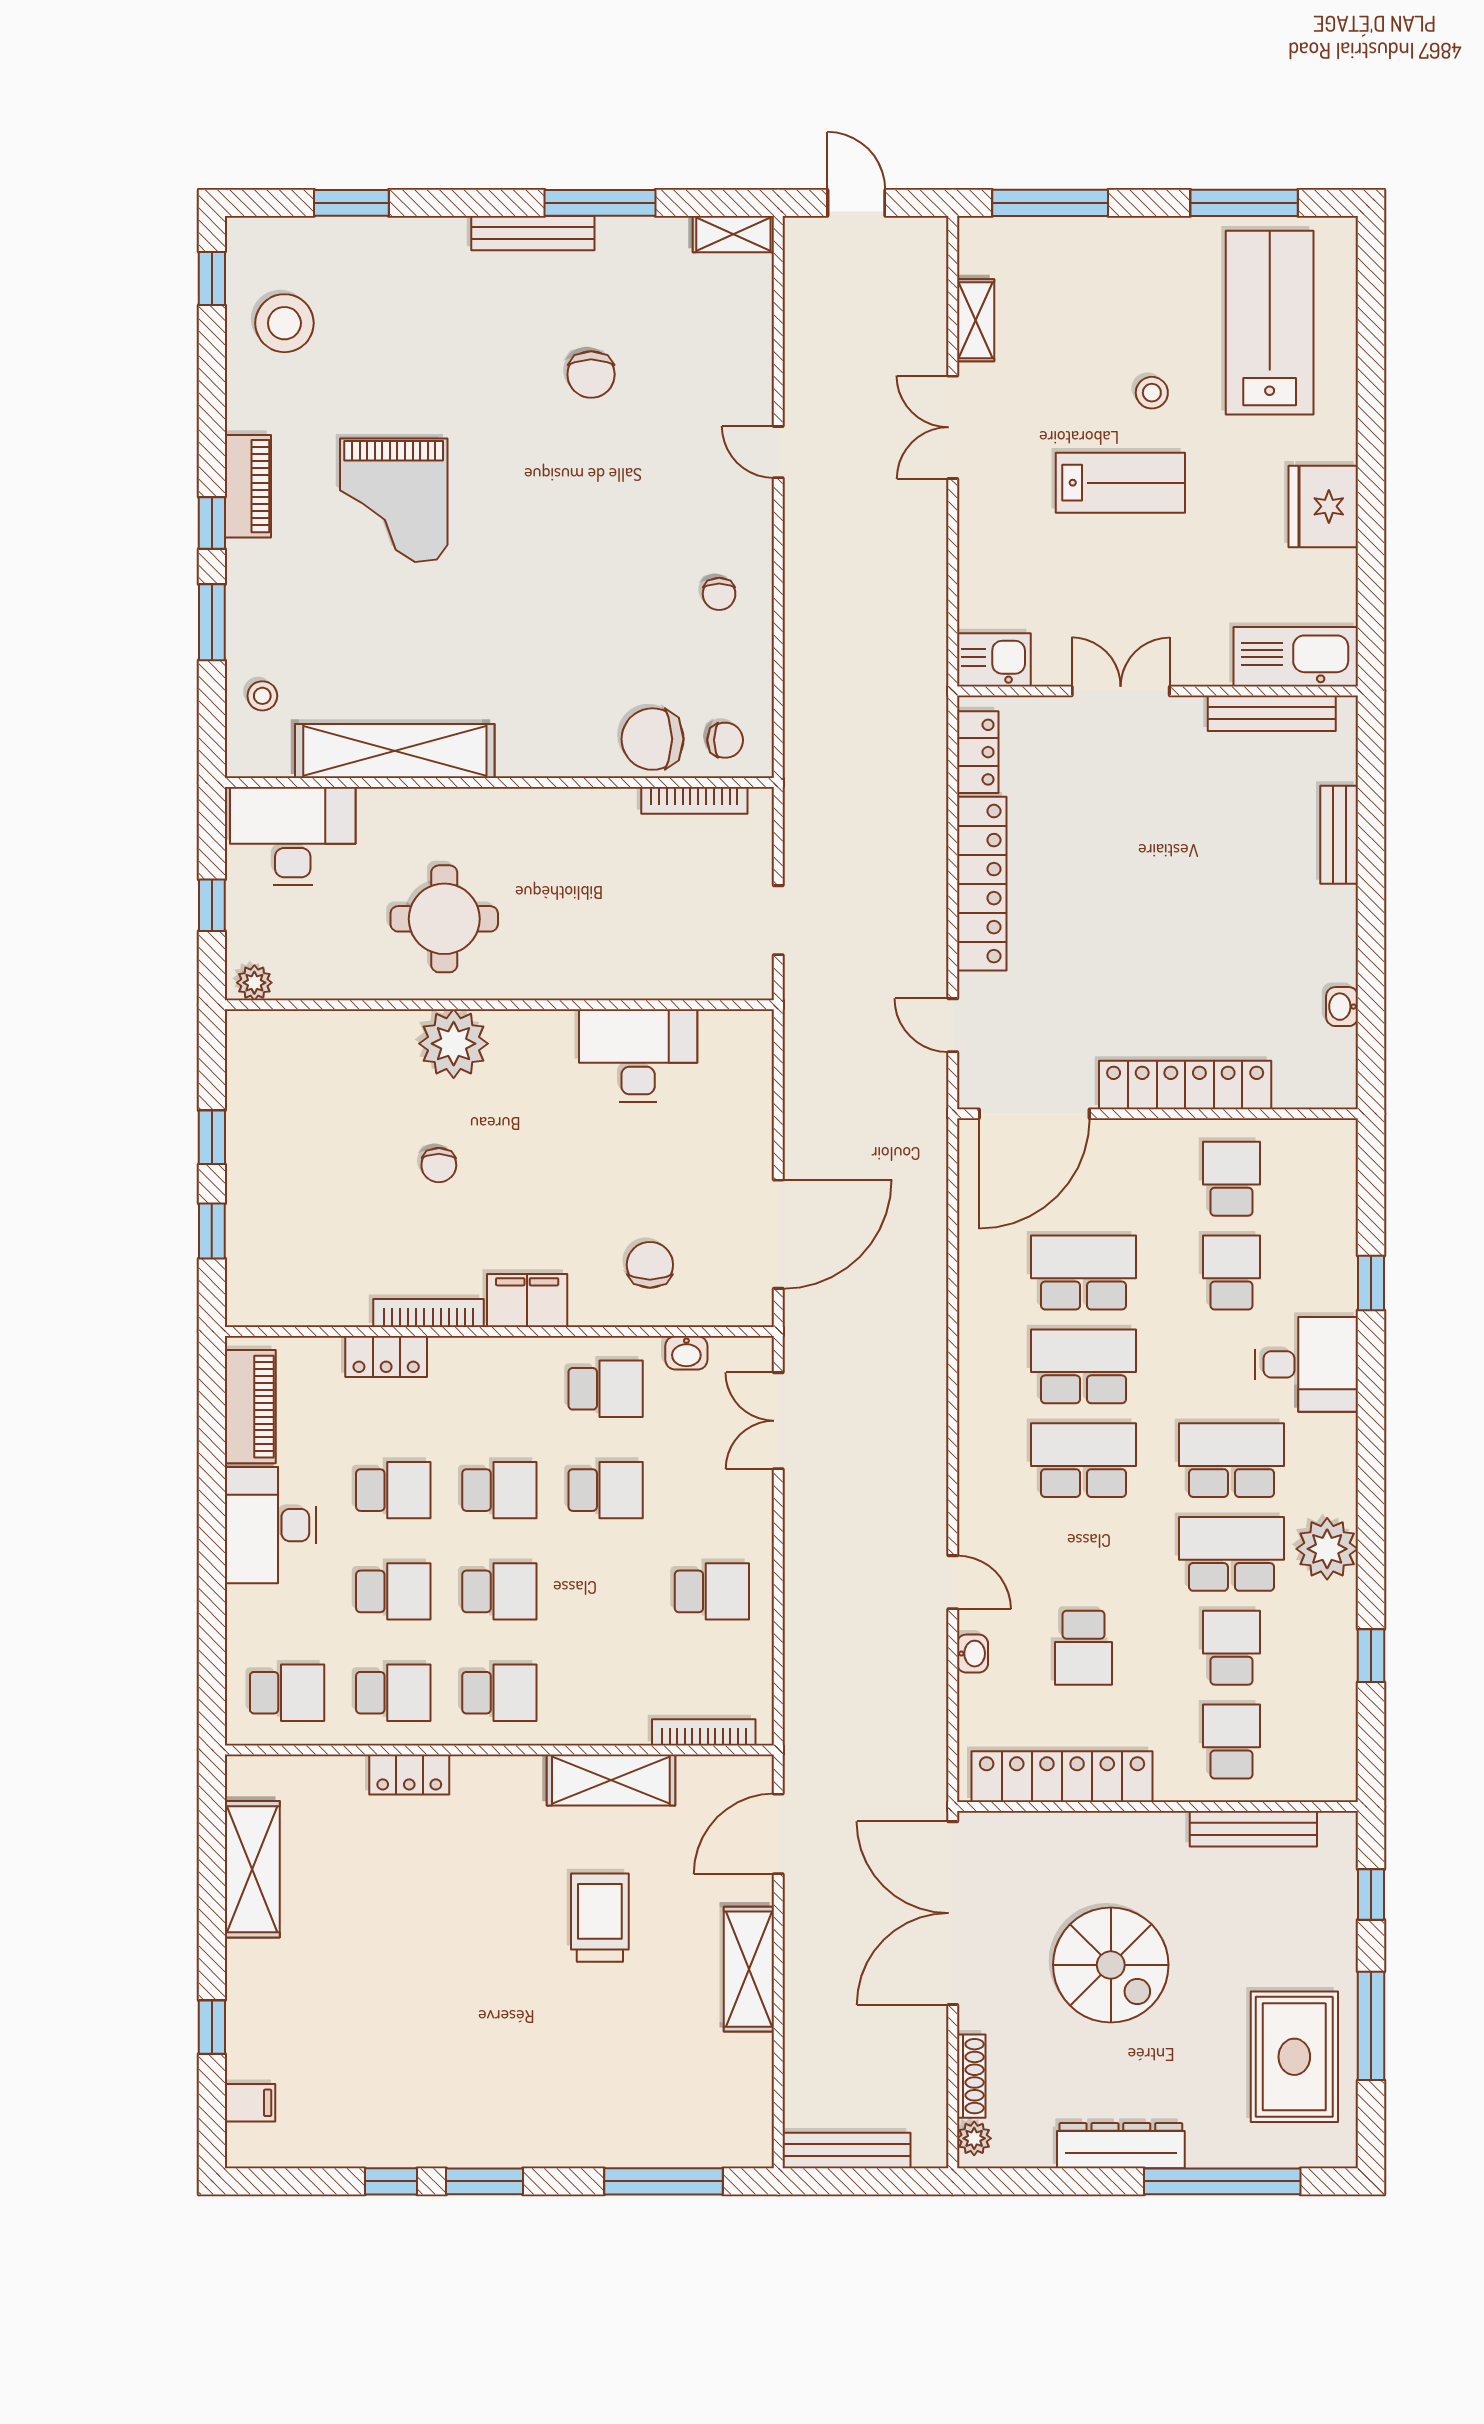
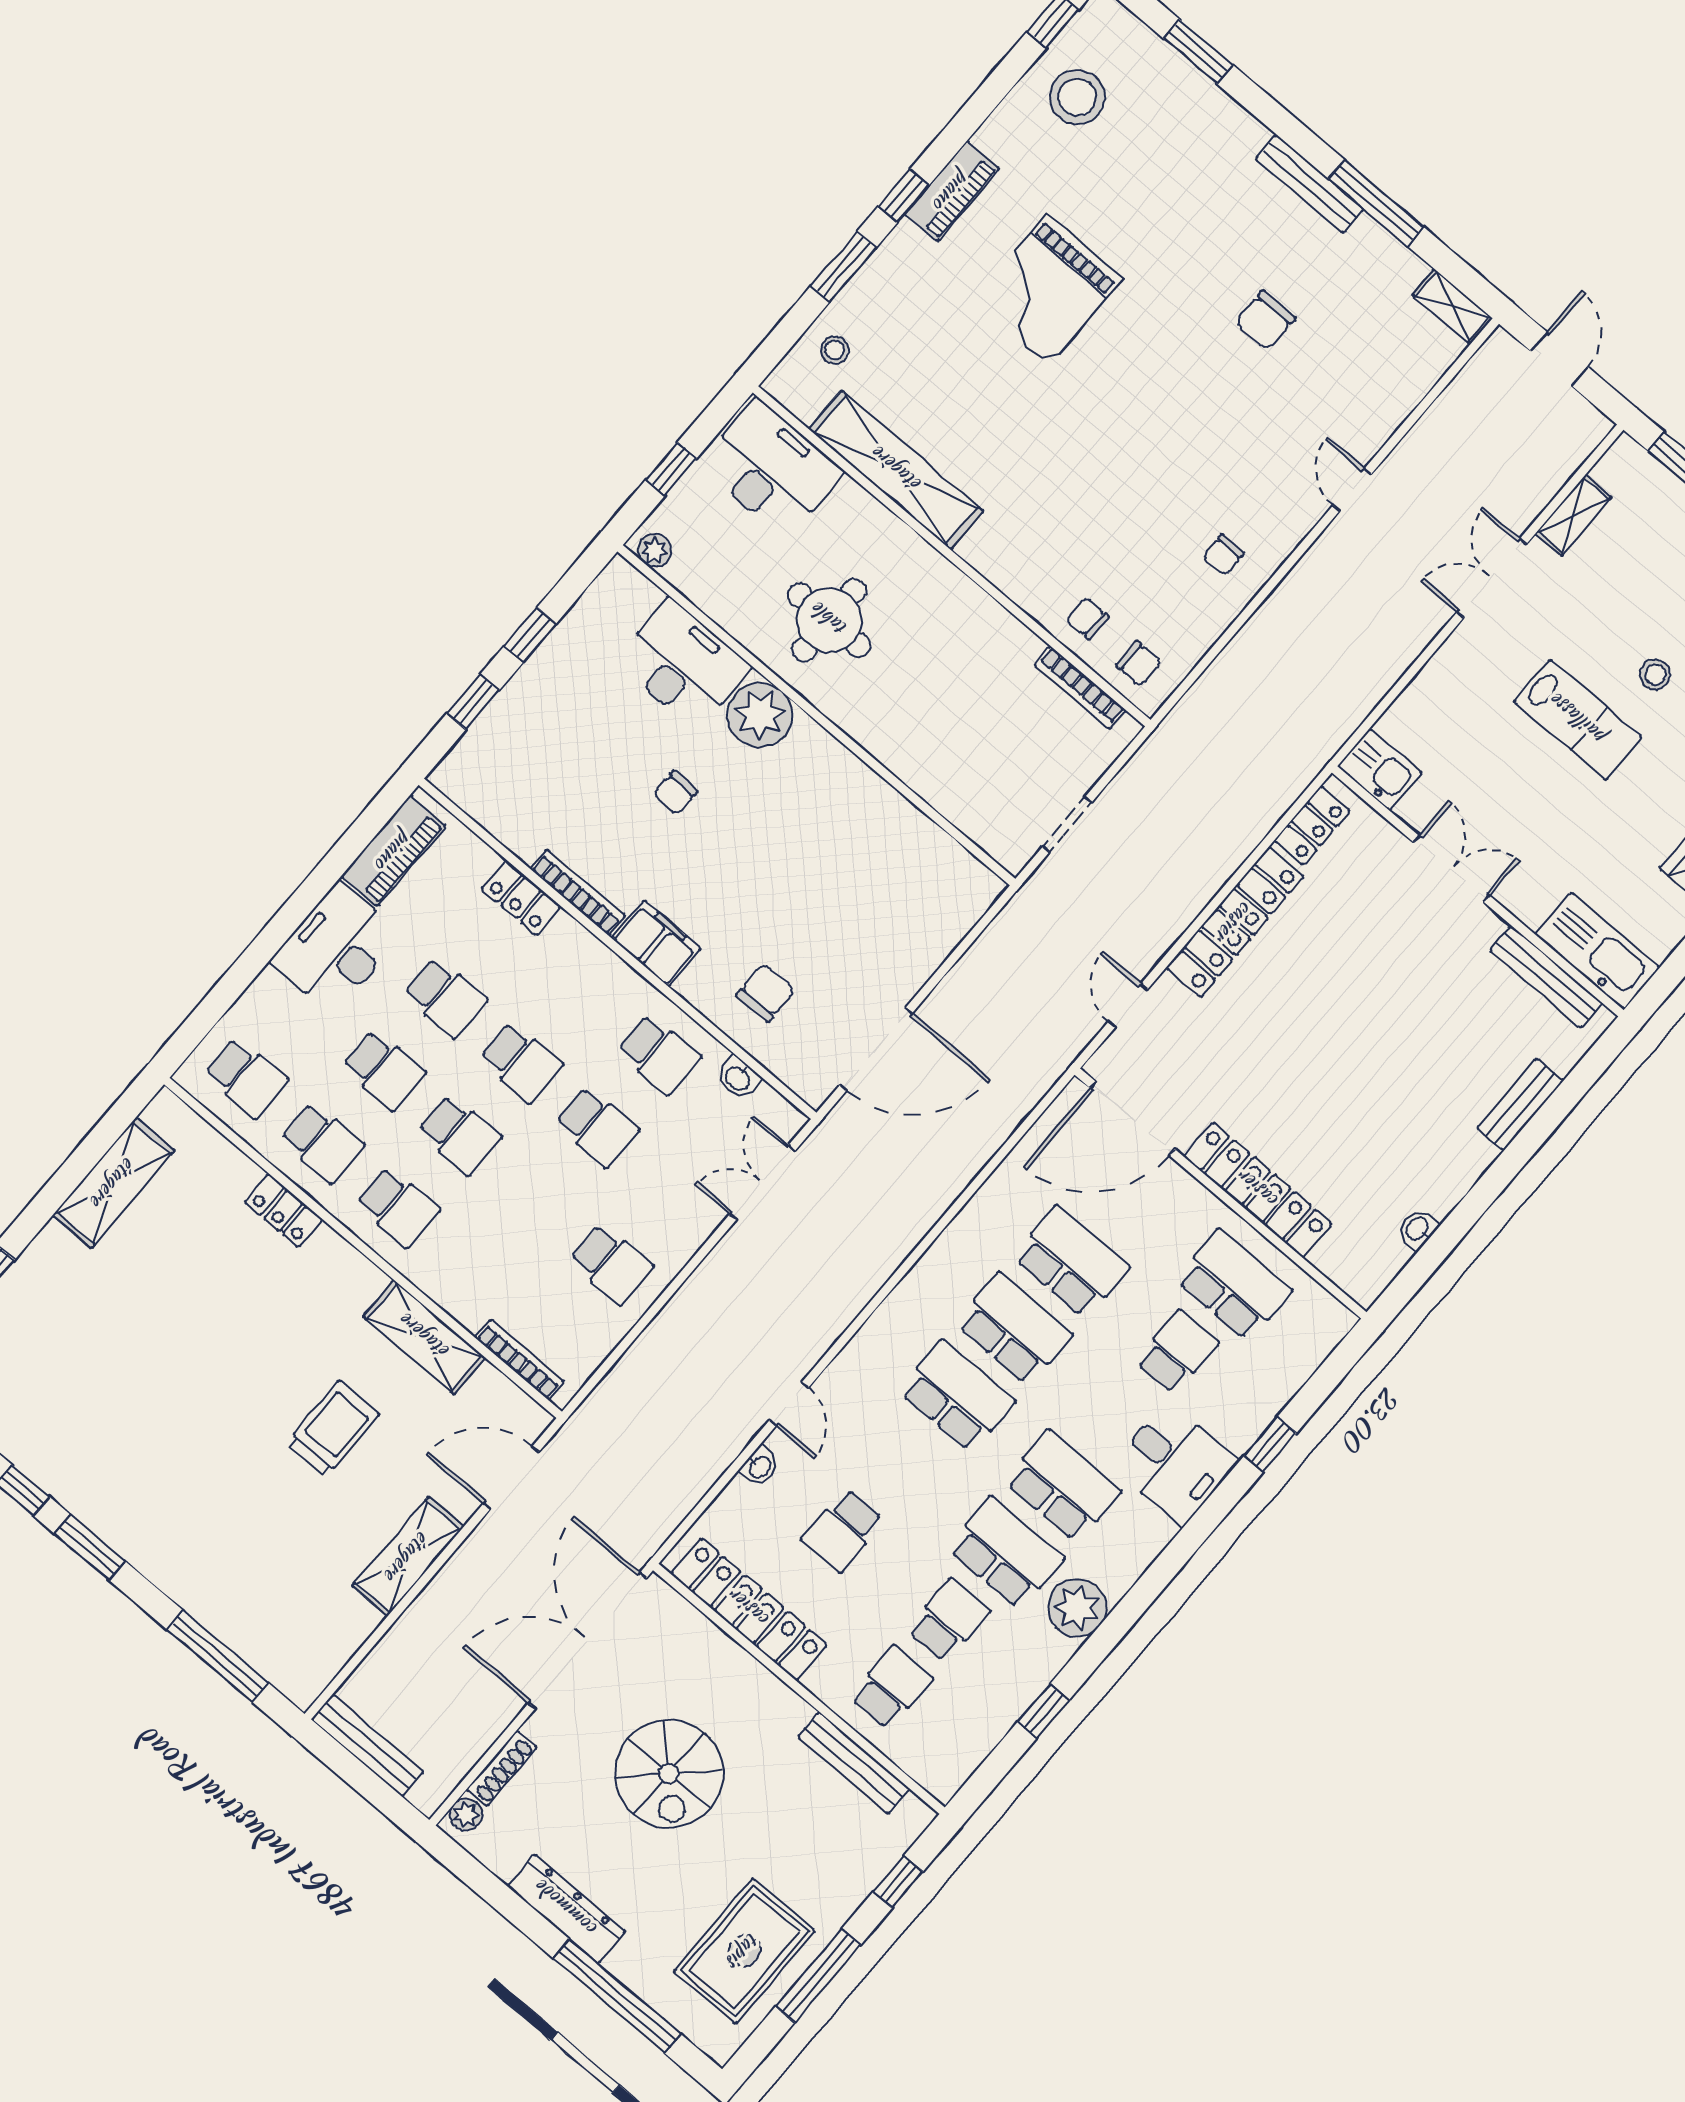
chair: (653, 739) -> (1087, 618), width x0.54, depth x0.54
desk: (638, 1055) -> (683, 664), moved
school desk: (1231, 1179) -> (1234, 1285), width x1.85

